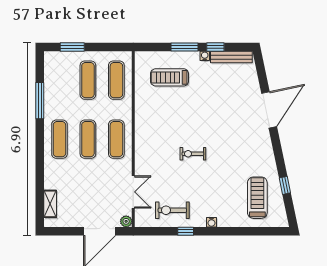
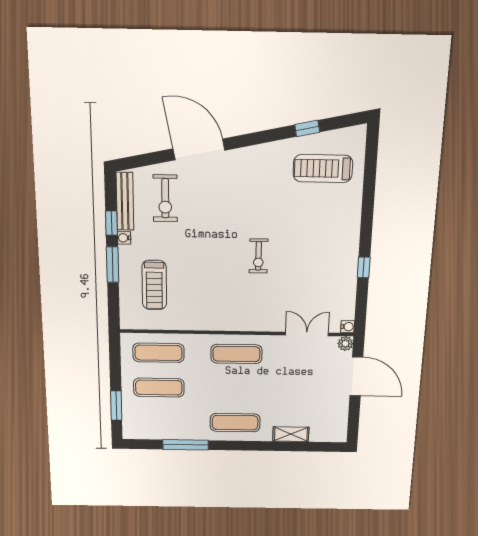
exercise mat: (88, 139) -> (236, 389), removed
shelving: (50, 204) -> (291, 434), moved
exercise bike: (172, 210) -> (165, 198), moved
water cooler: (211, 222) -> (348, 327), moved

